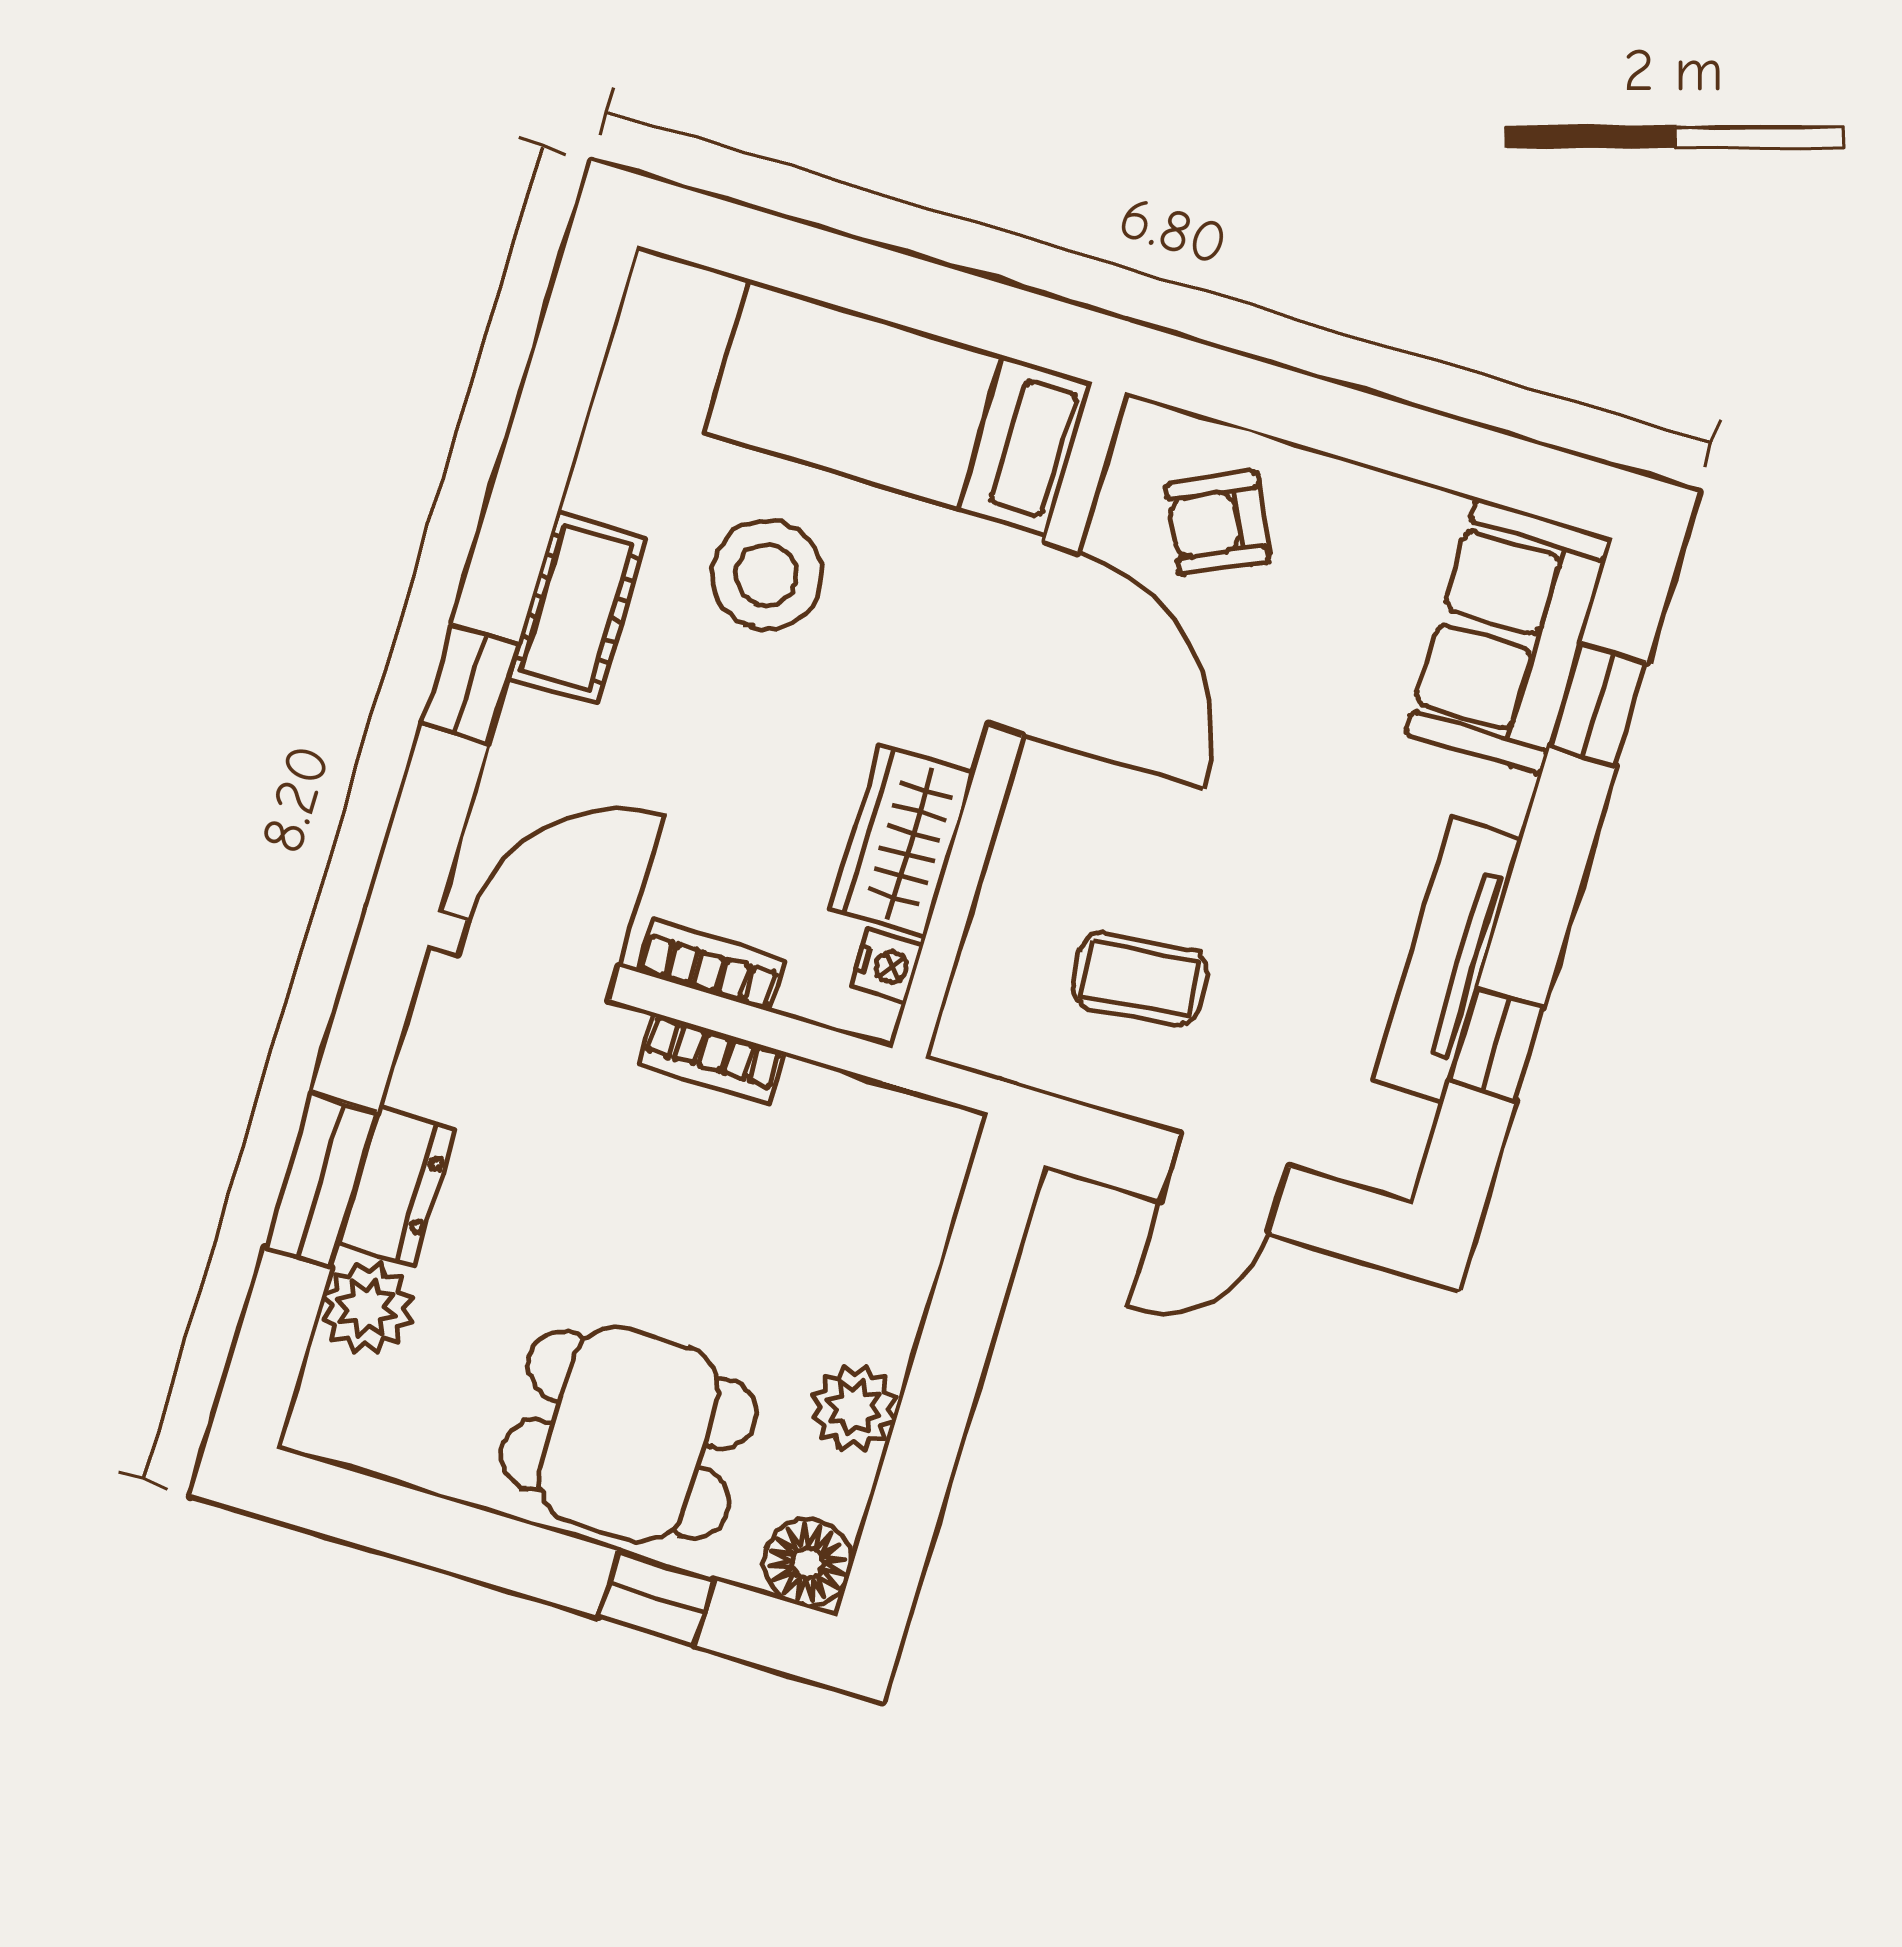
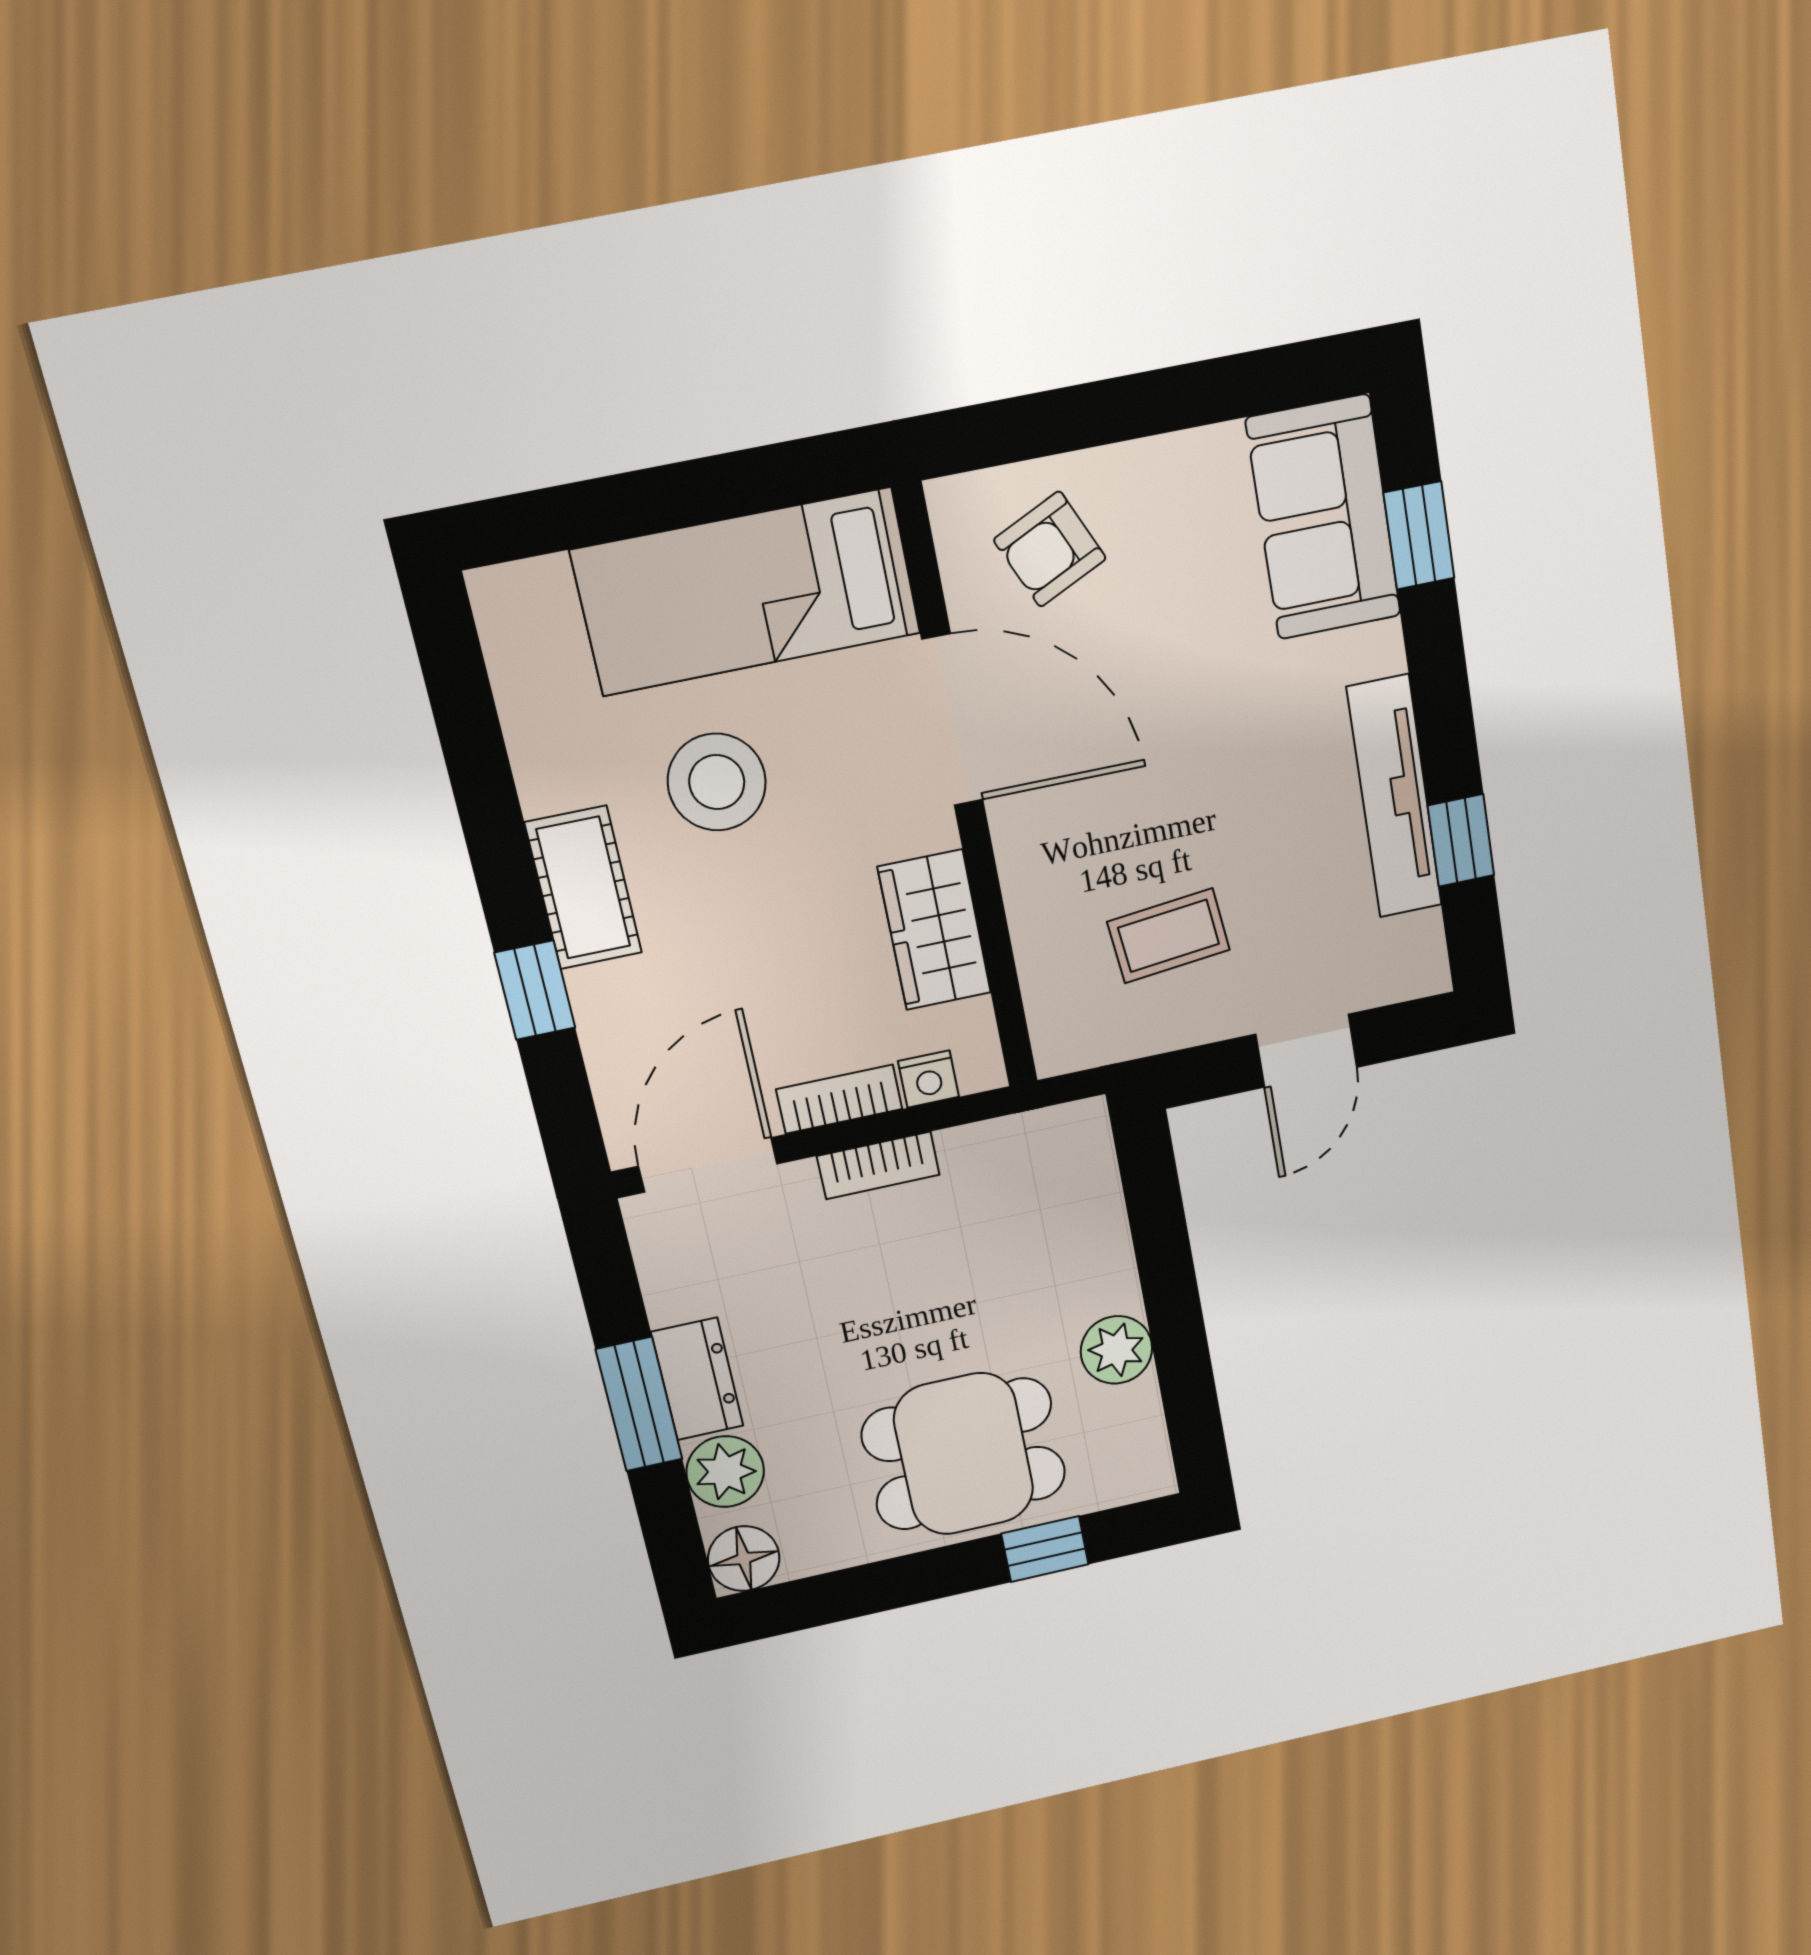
nightstand: (887, 965) -> (929, 1079), moved, turned 90
floor lamp: (808, 1563) -> (744, 1559), moved

